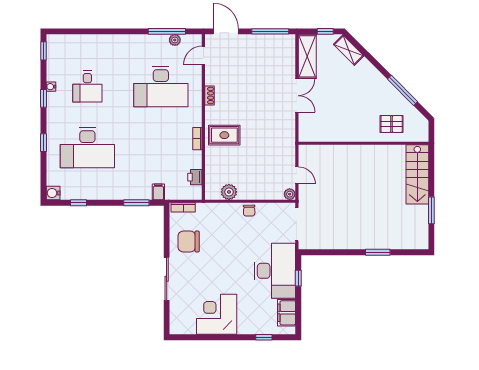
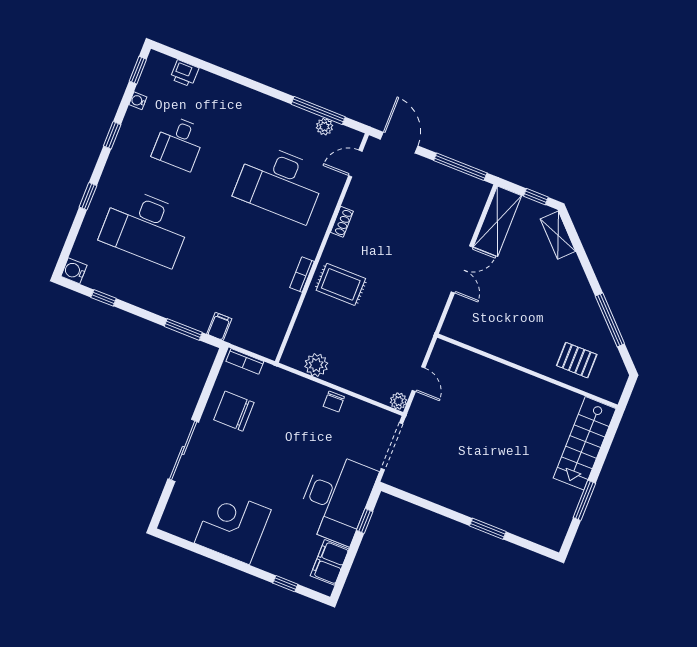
water cooler: (51, 87) -> (138, 101), moved
printer: (195, 177) -> (185, 73), moved, turned -90

